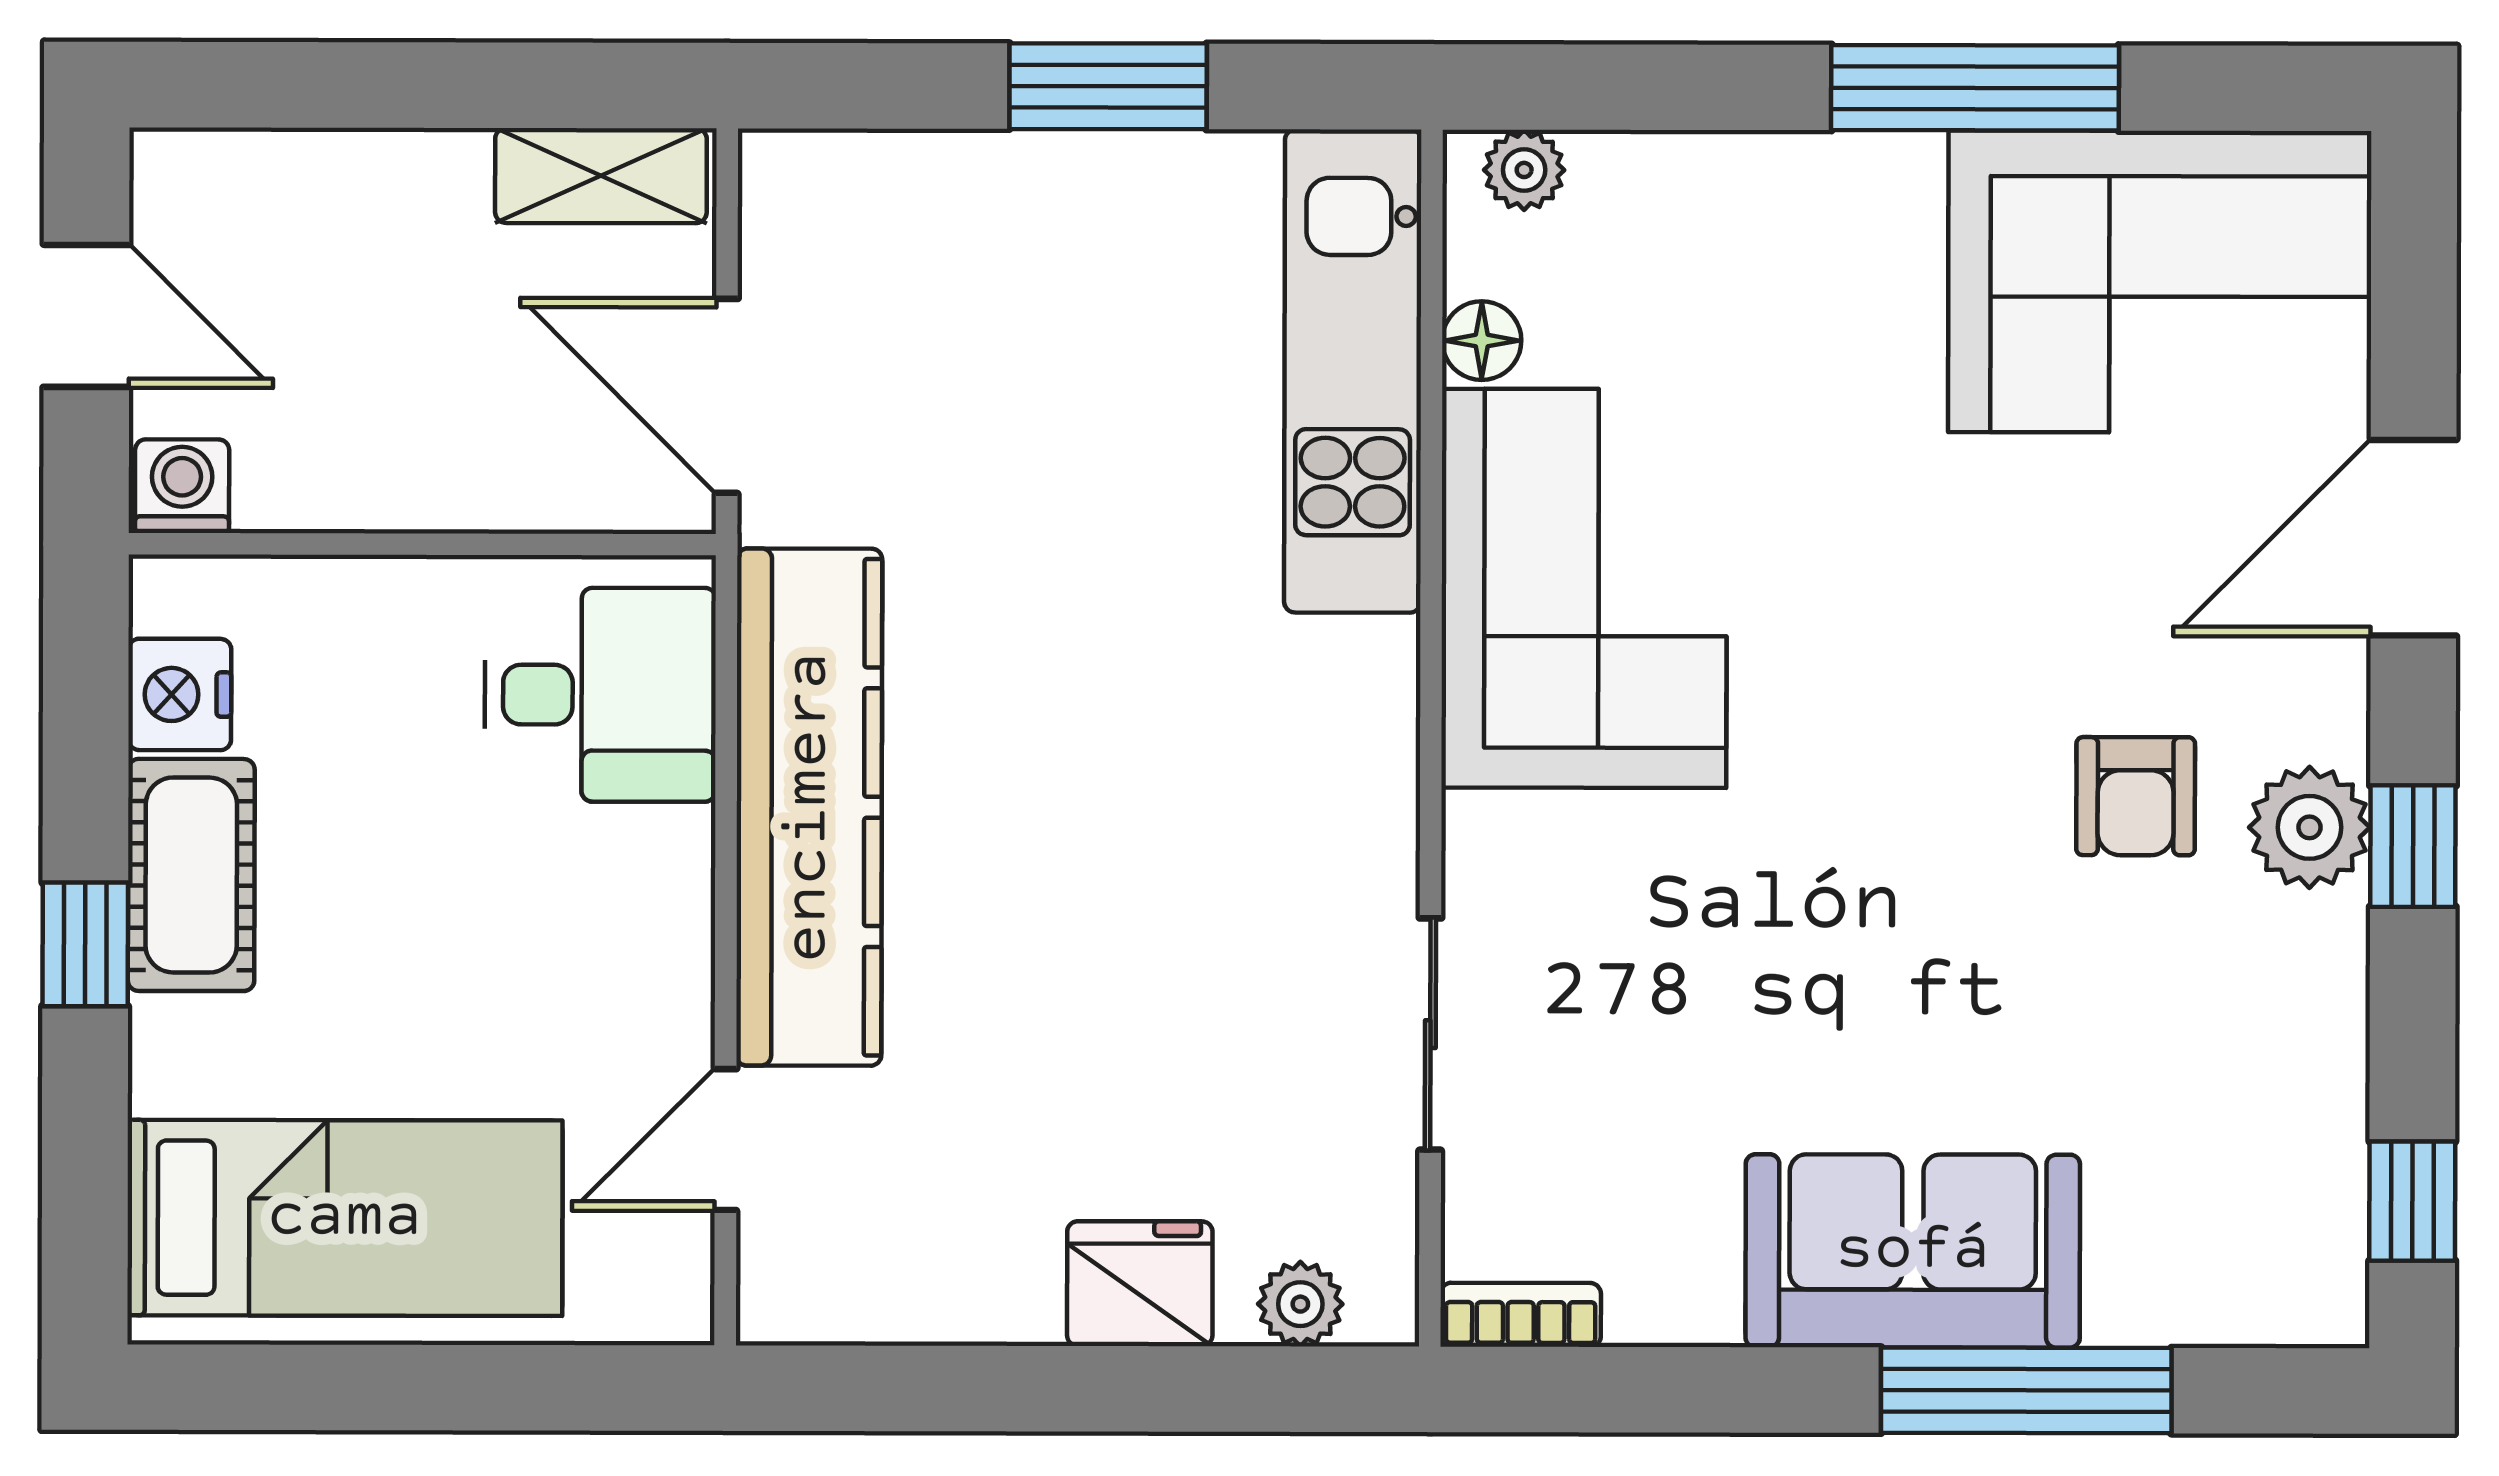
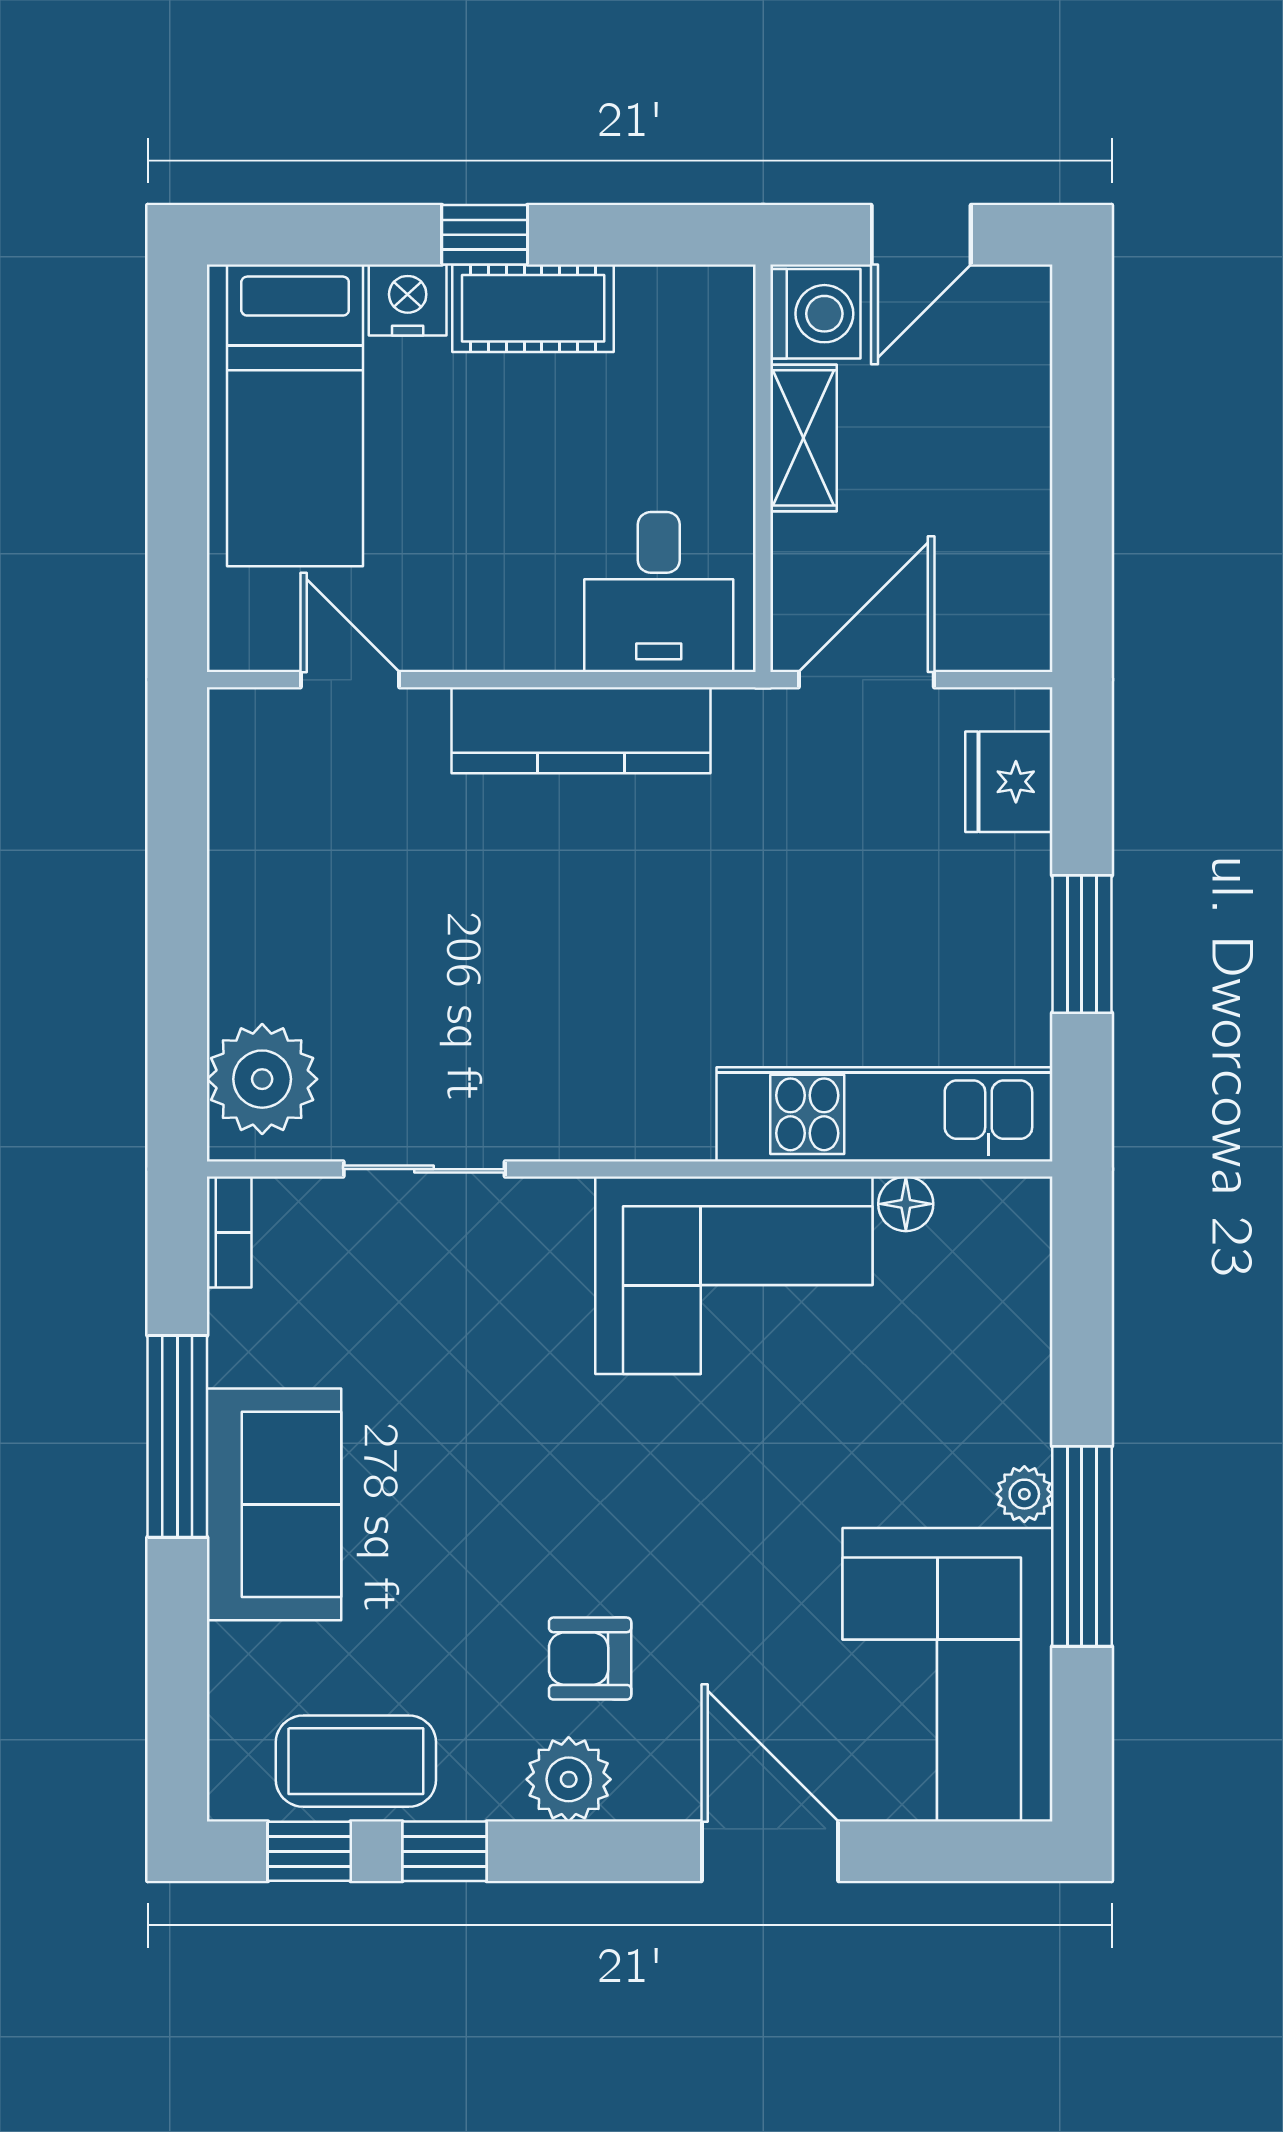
plant: (1524, 170) -> (1024, 1494), moved
shelving: (601, 176) -> (803, 438), moved
washing machine: (182, 486) -> (815, 314), width x1.38, depth x1.38
nightstand: (180, 694) -> (408, 300), moved
kitchen counter: (809, 807) -> (581, 730), width x0.72, depth x0.86
window: (2413, 846) -> (445, 1851), moved
coffee table: (2283, 1134) -> (356, 1761), added
fridge: (1140, 1284) -> (1009, 782), moved, turned 180
plant: (1300, 1304) -> (262, 1079), width x1.87, depth x1.87
window: (2026, 1390) -> (177, 1436), moved

